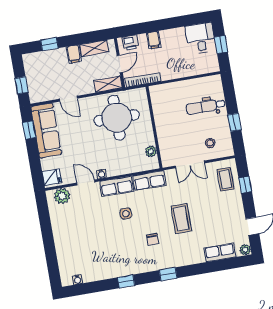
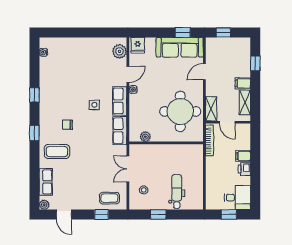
printer: (130, 43) -> (244, 169), moved
coffee table: (181, 219) -> (57, 152), moved

